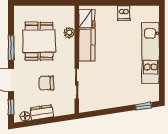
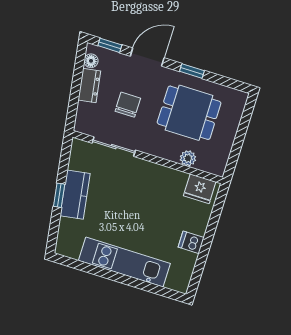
kitchen counter: (87, 45) -> (75, 195), moved, turned -99
window: (11, 48) -> (192, 71), width x0.67
window: (144, 106) -> (59, 195), moved

